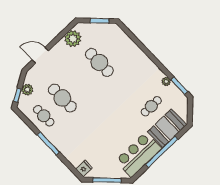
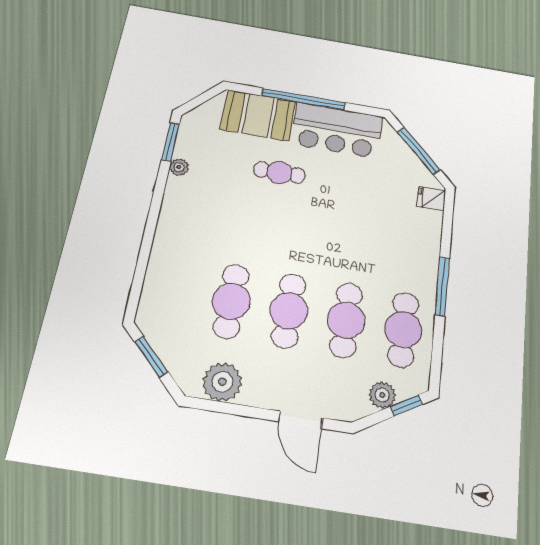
cafe table: (81, 80) -> (289, 311), added
cafe table: (151, 106) -> (279, 172), moved
cafe table: (44, 116) -> (403, 329), width x1.37, depth x1.35

